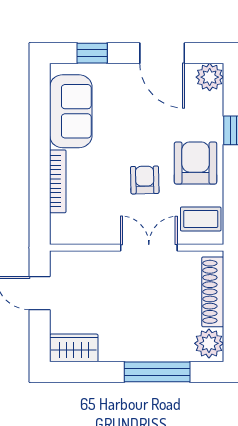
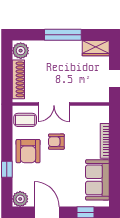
armchair: (145, 180) -> (56, 142), turned 91
window: (157, 372) -> (63, 35), moved

